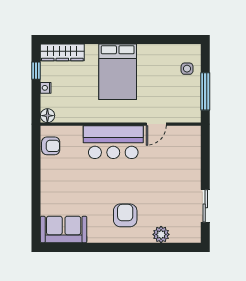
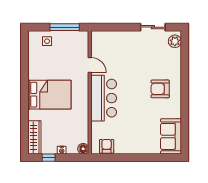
plant: (161, 234) -> (175, 41), moved

